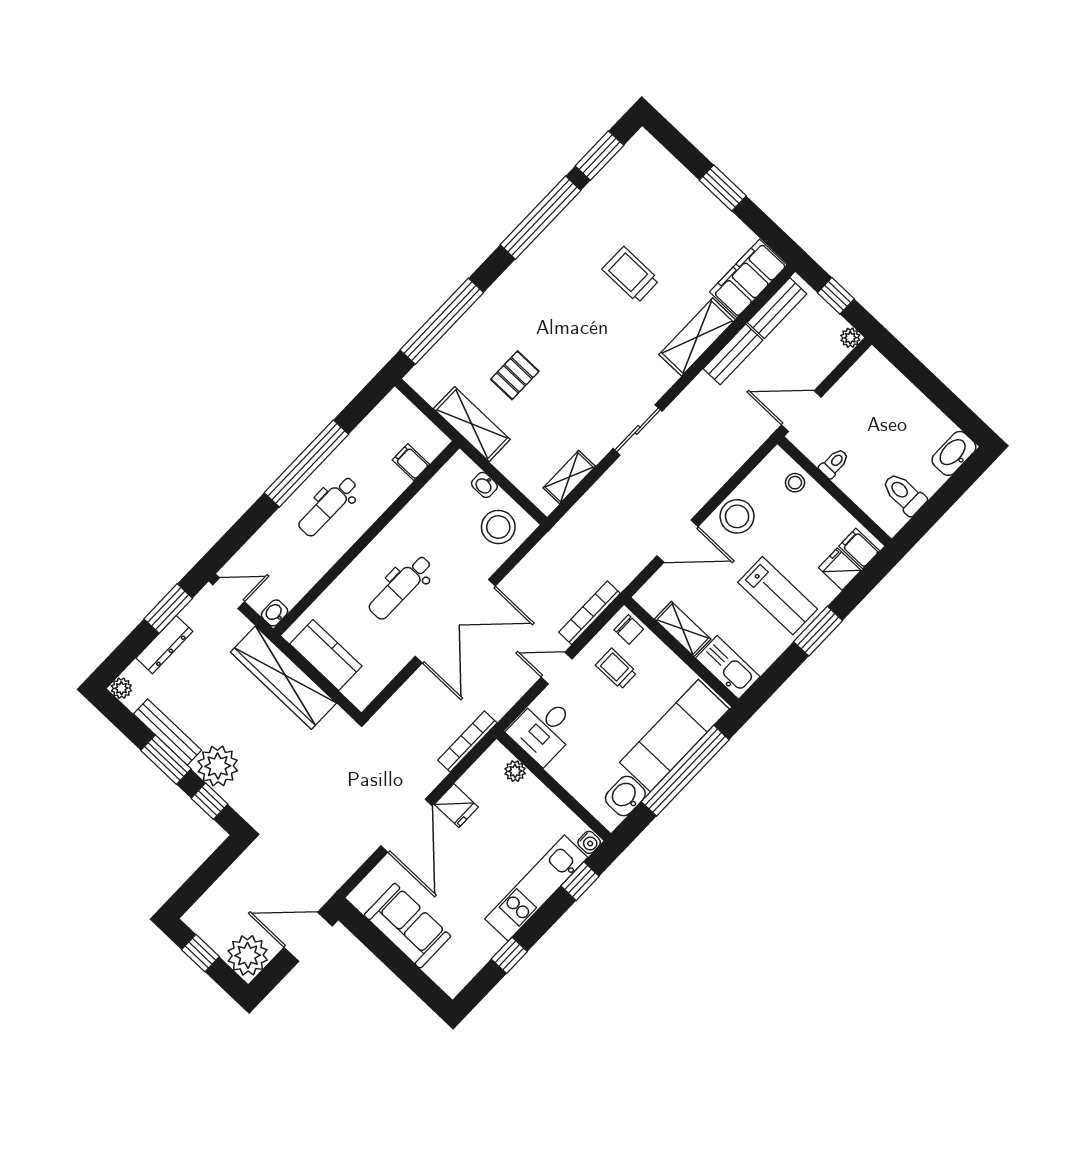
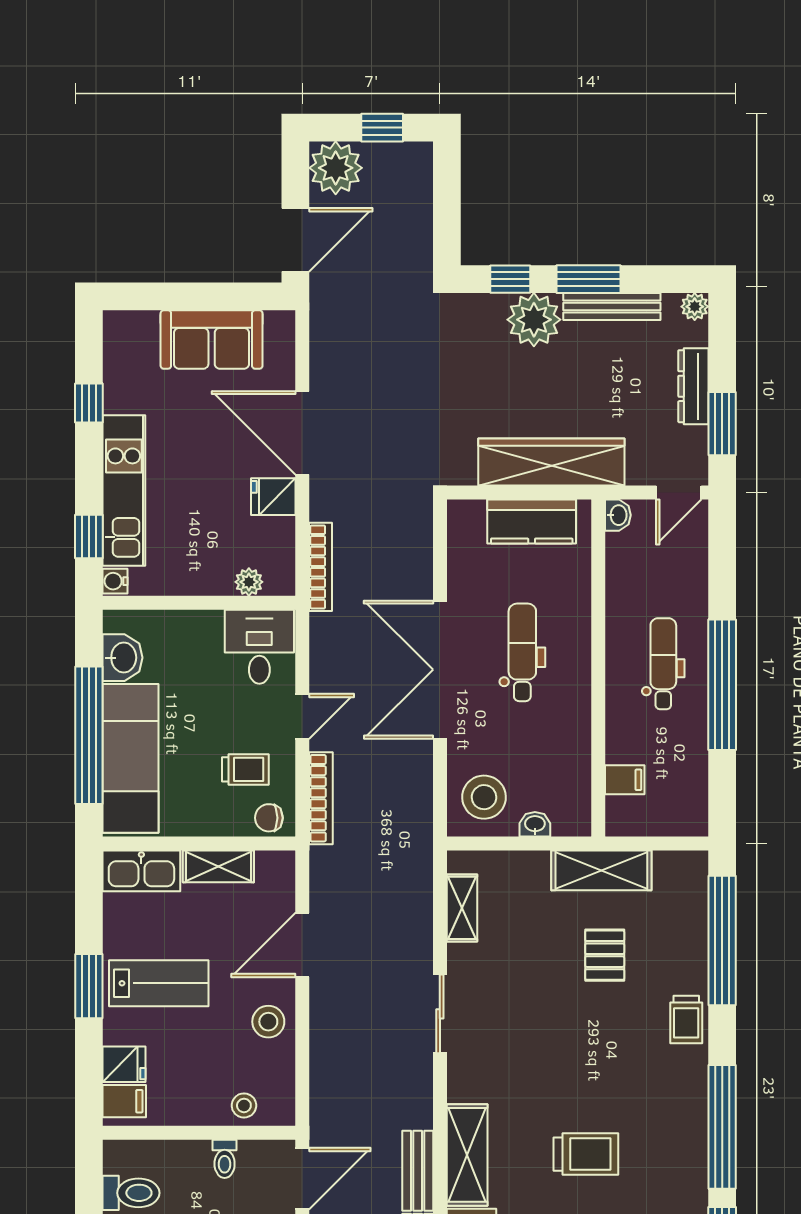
trolley: (504, 296) -> (686, 1020), added
stool: (737, 516) -> (268, 1022), width x0.73, depth x0.73
lab bench: (778, 596) -> (159, 983), turned 180

